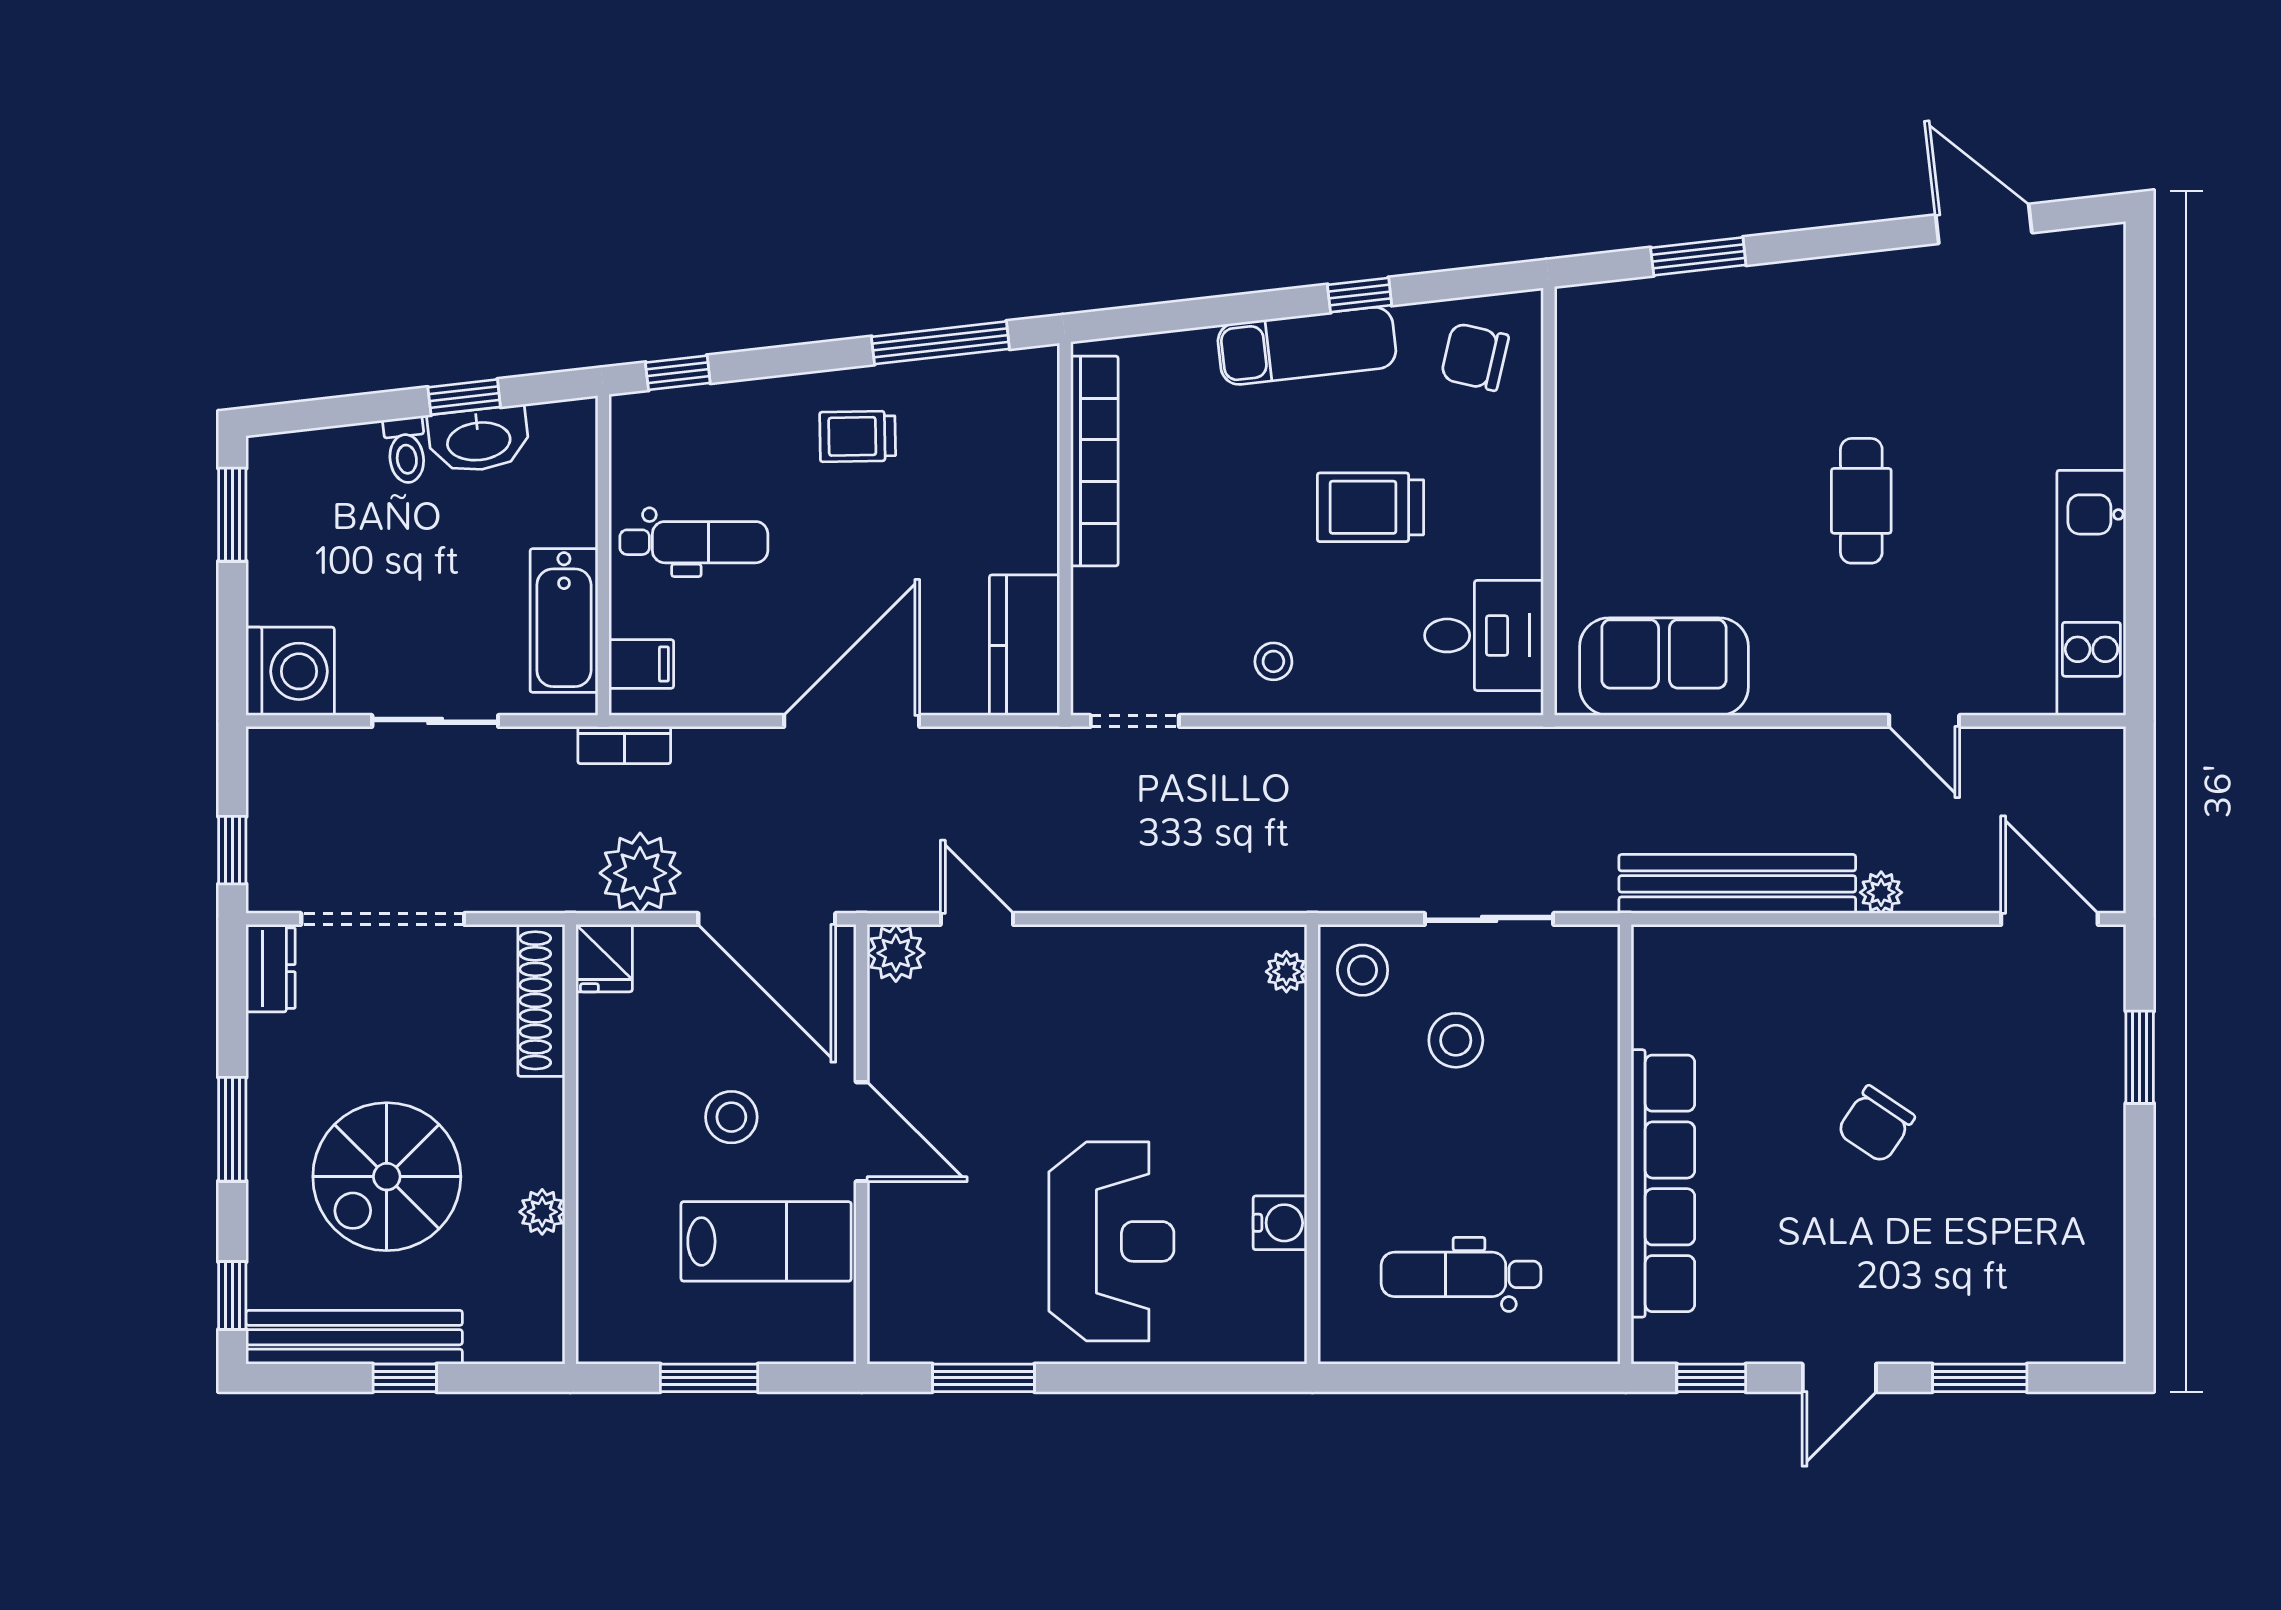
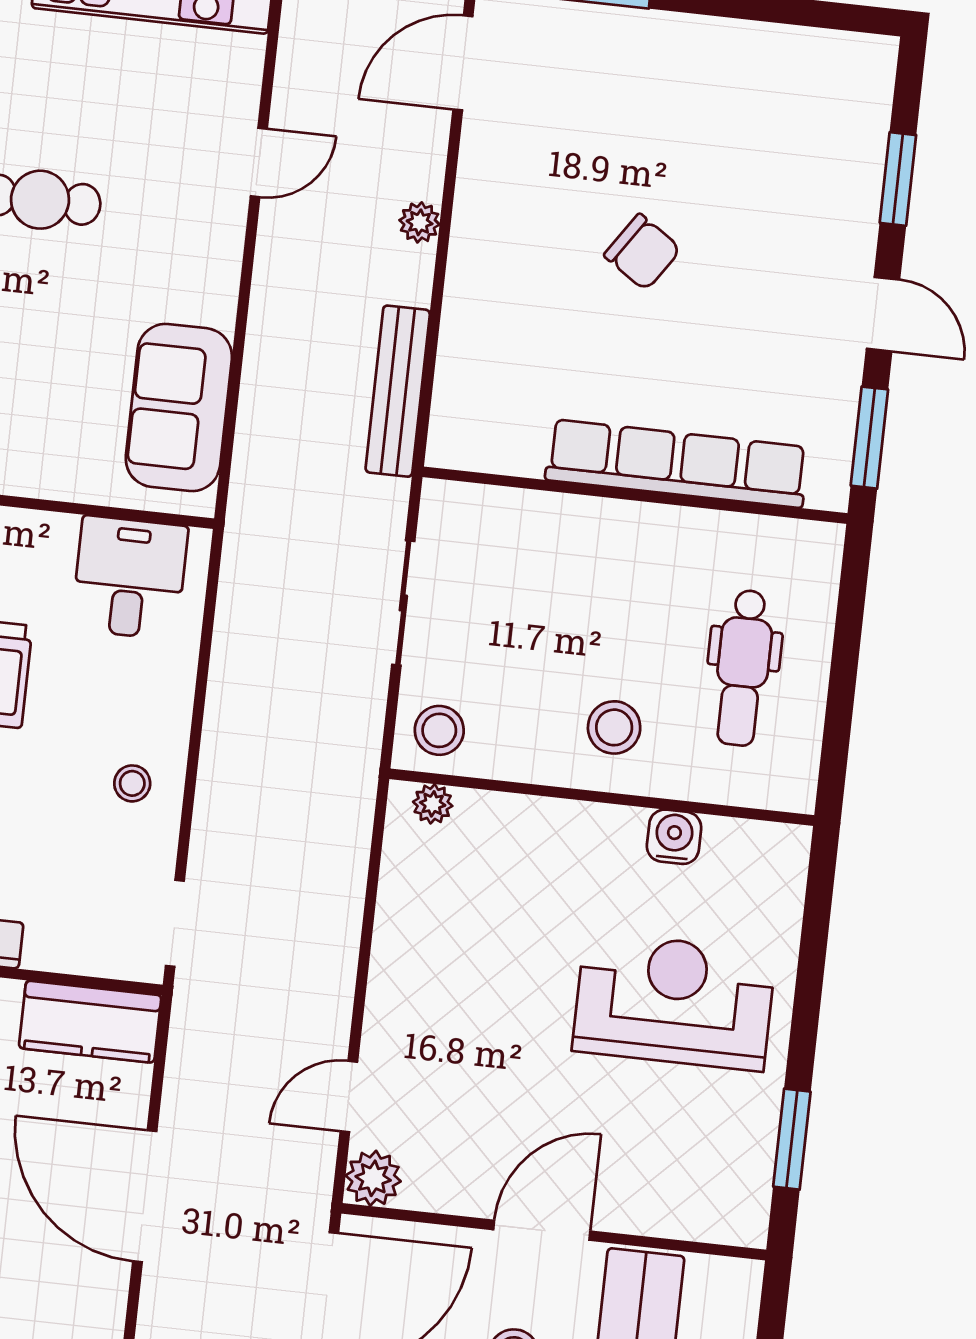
bench: (1737, 884) -> (398, 391), width x0.73, depth x0.82
stool: (1456, 1040) -> (614, 727), moved
window: (1711, 1378) -> (869, 438), width x1.50

